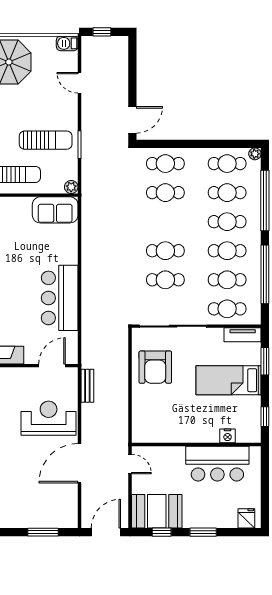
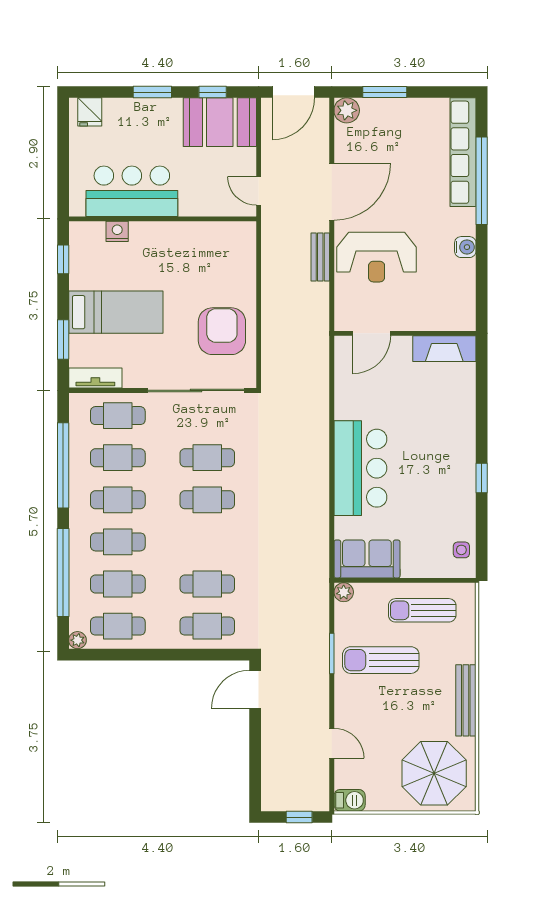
bar counter: (60, 298) -> (360, 468), moved
bench: (87, 386) -> (320, 257), moved
plant: (69, 519) -> (347, 110), added

